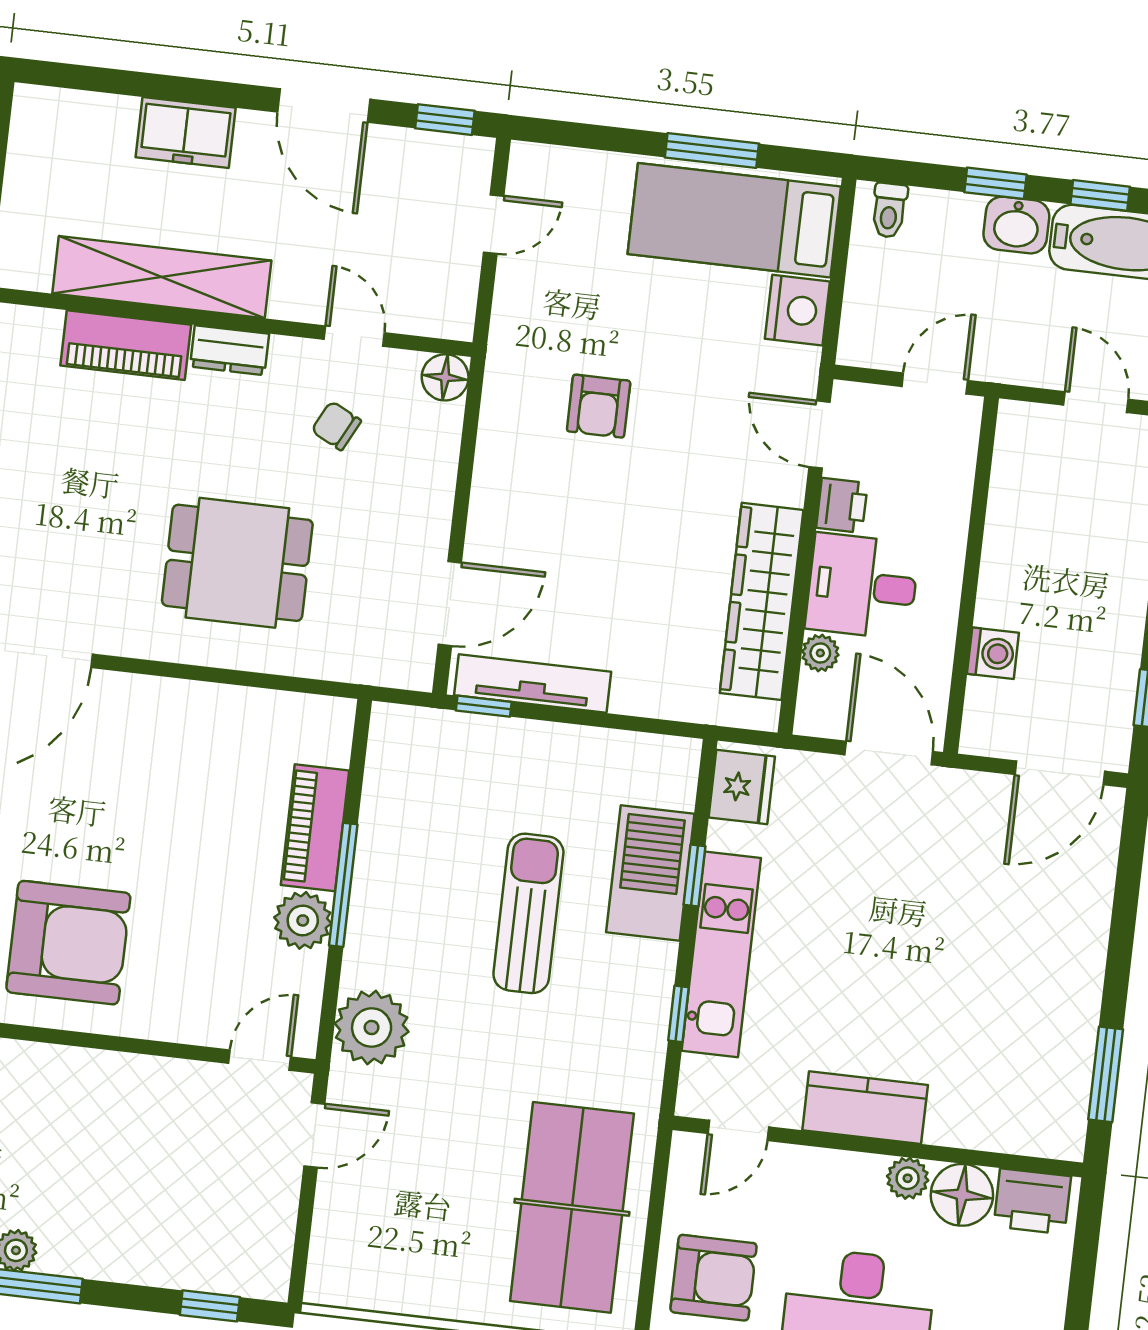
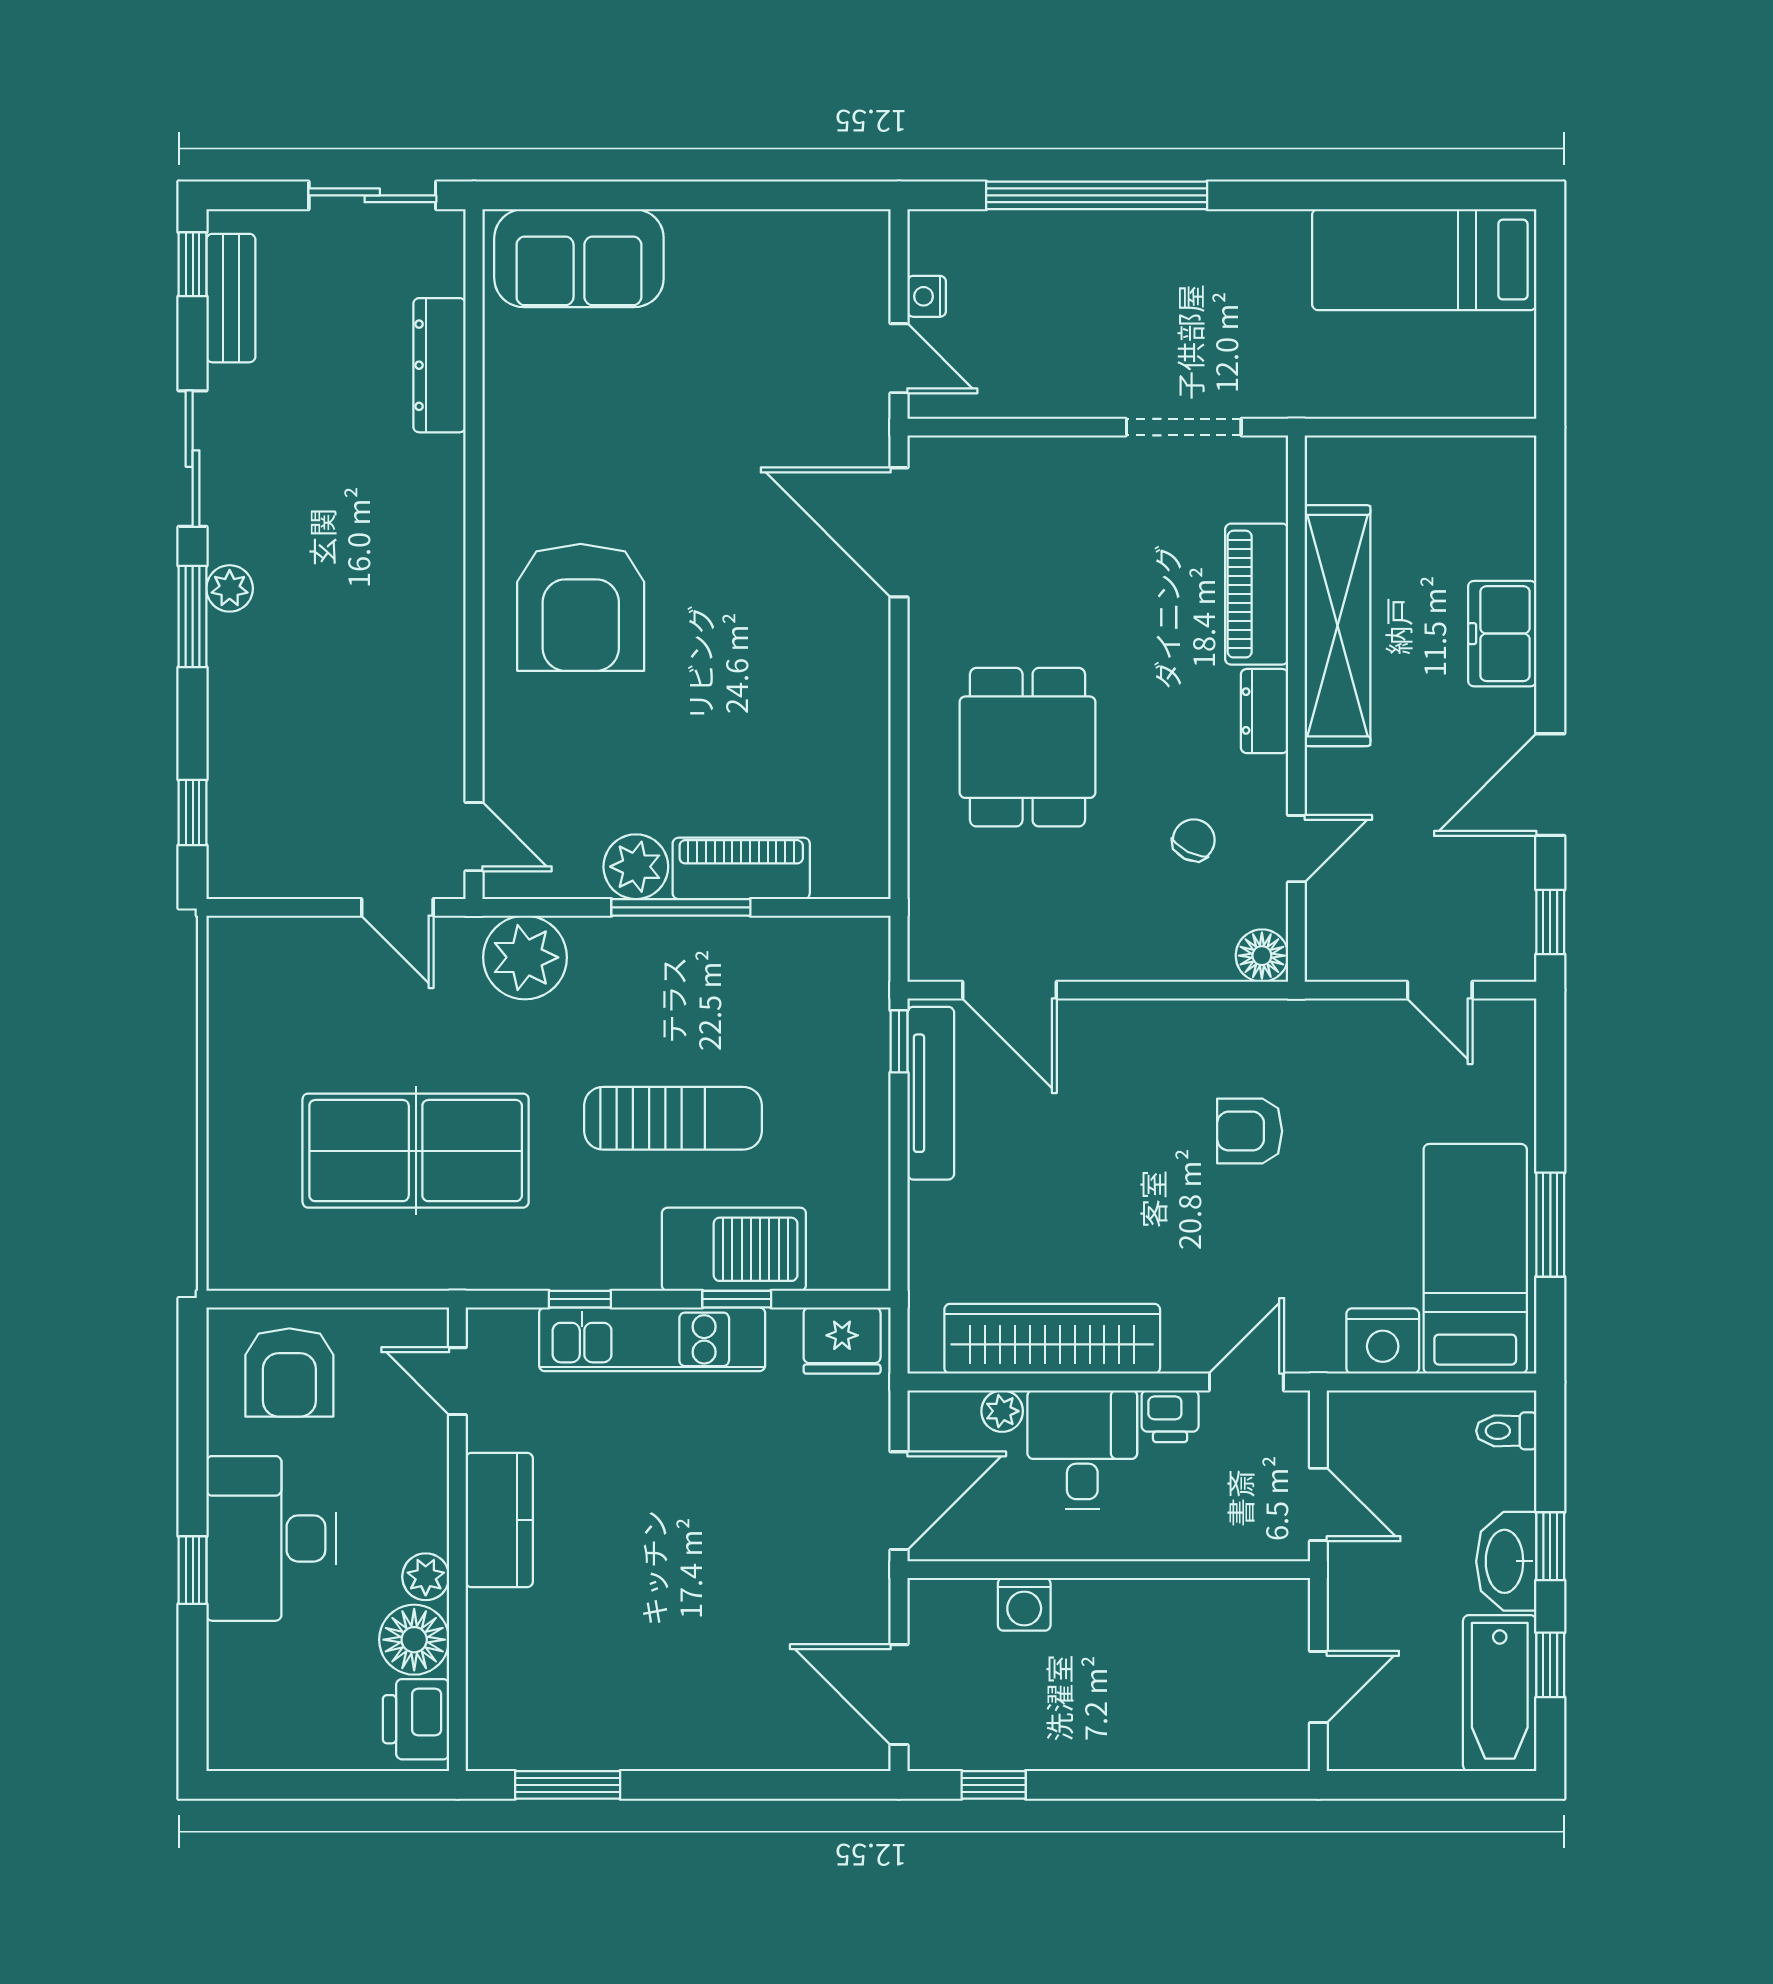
washbasin: (1016, 225) -> (1506, 1561), width x1.38
table tennis table: (572, 1207) -> (416, 1151), moved

